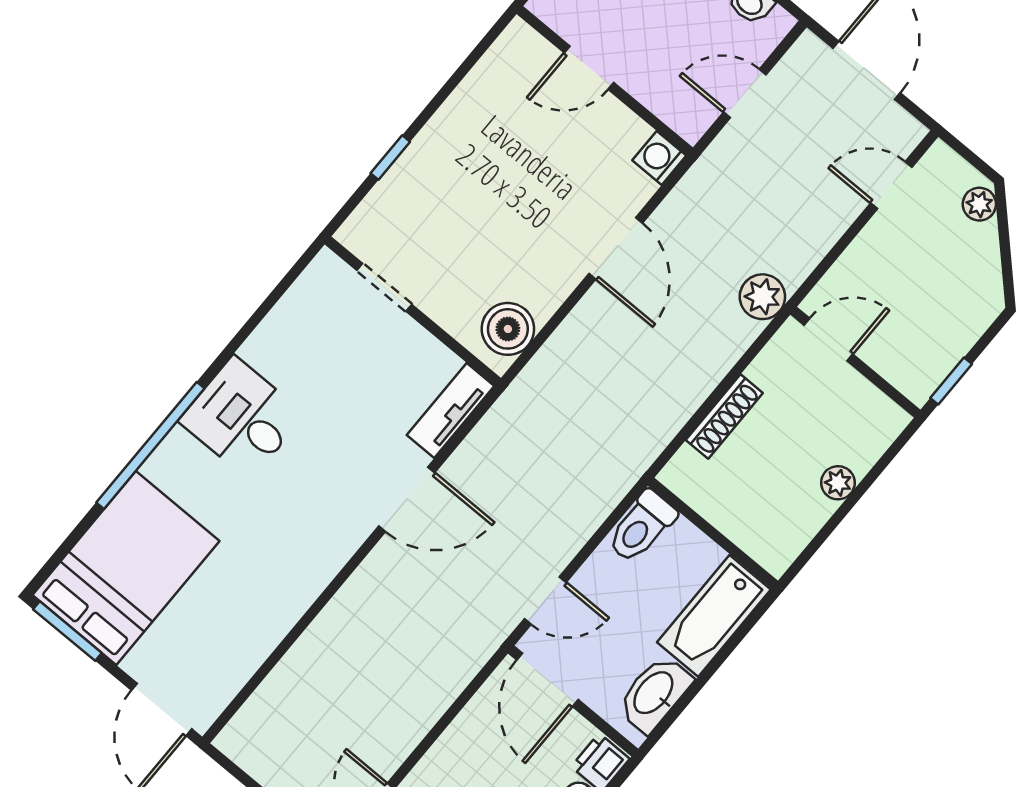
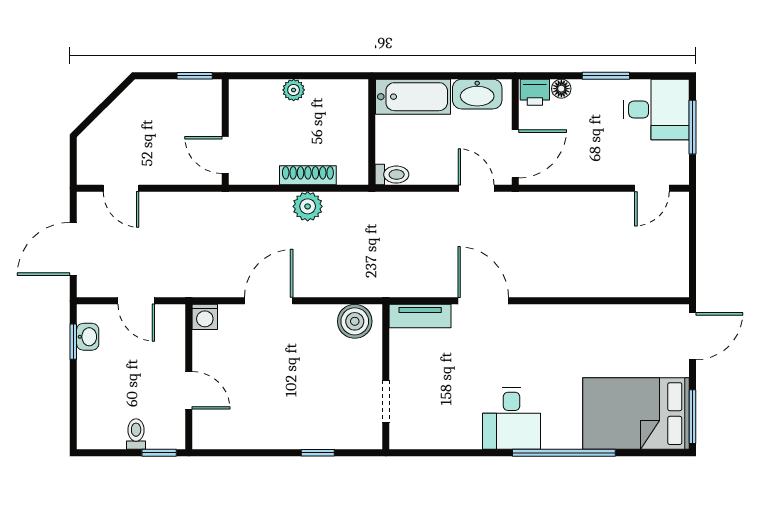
plant: (979, 204) -> (93, 136), removed
plant: (762, 297) -> (308, 206), moved
toilet: (642, 527) -> (392, 175), width x0.73, depth x0.72

